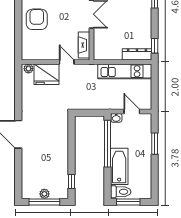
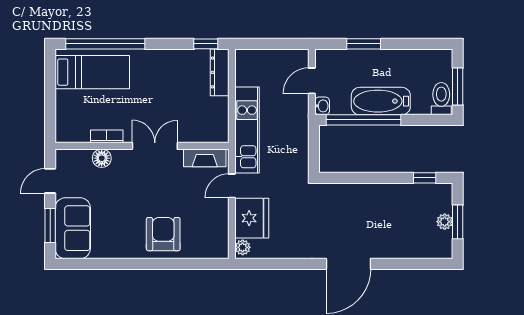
armchair: (37, 19) -> (163, 234), turned 90
kitchen unit: (125, 71) -> (247, 130), moved
bathtub: (119, 166) -> (381, 101), moved
window: (44, 202) -> (458, 222), width x0.69

